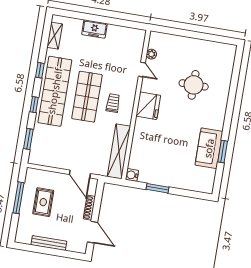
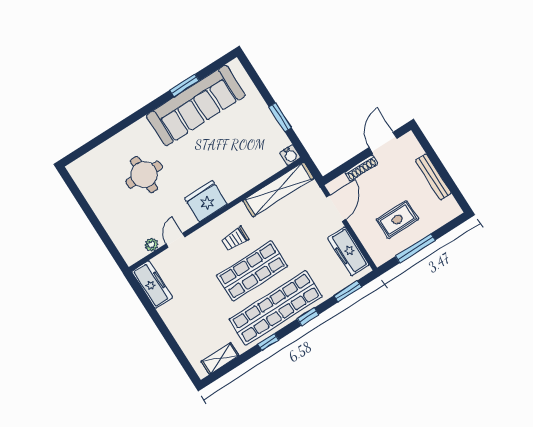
freezer: (95, 29) -> (152, 285), moved, width x1.40
sofa: (209, 148) -> (196, 105), width x1.85, depth x1.27
freezer: (50, 159) -> (348, 251), added

